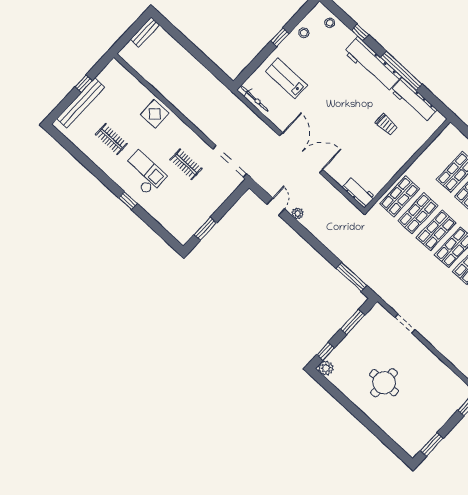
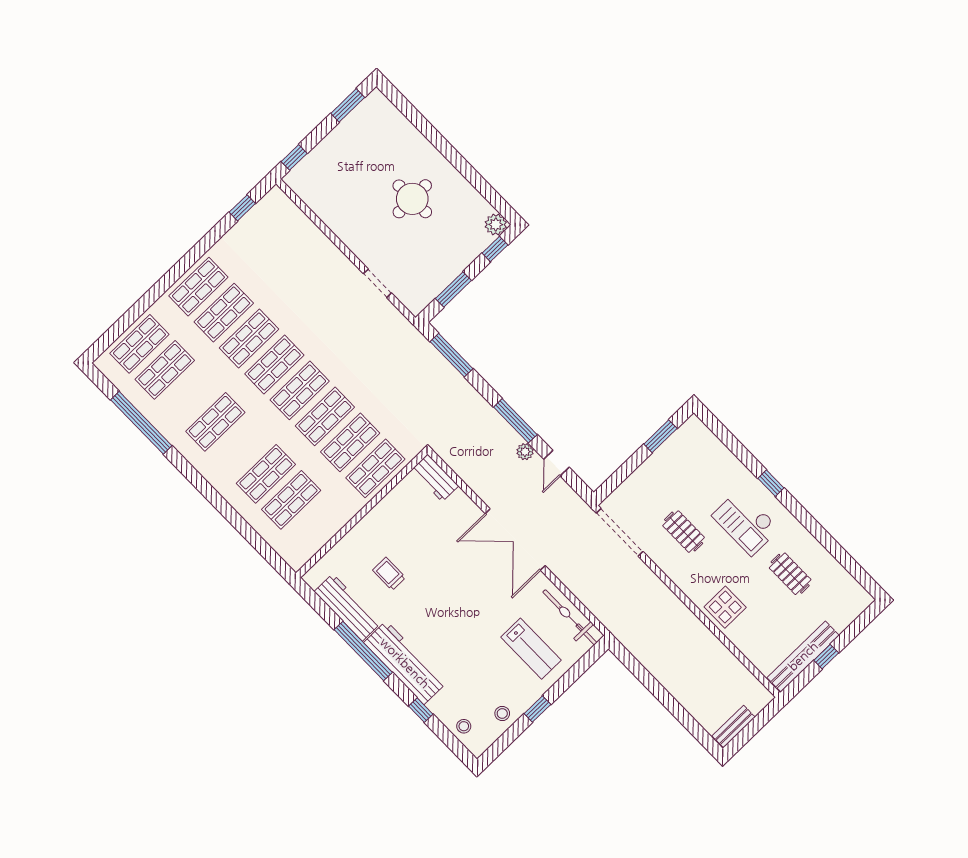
bicycle: (254, 98) -> (570, 617), width x1.37, depth x1.40
bench: (81, 103) -> (803, 656), moved
window: (305, 234) -> (515, 421), added

